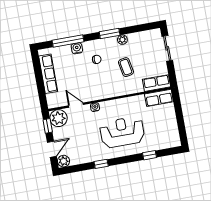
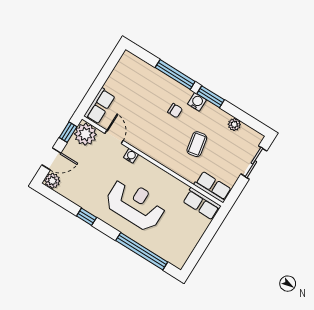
plant: (122, 40) -> (234, 124), moved
window: (68, 41) -> (175, 75), moved
water cooler: (77, 48) -> (197, 102), moved
row of seats: (48, 74) -> (100, 106), moved, width x0.68
window: (149, 155) -> (142, 251), width x3.17

